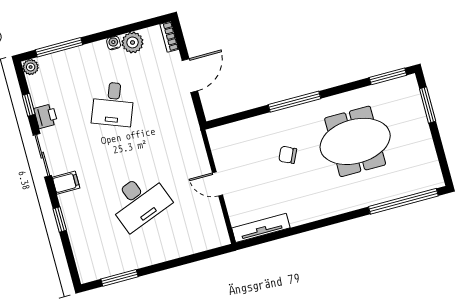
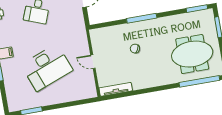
meeting table: (355, 141) -> (192, 54), moved
desk: (139, 201) -> (47, 68), width x1.36, depth x1.30

